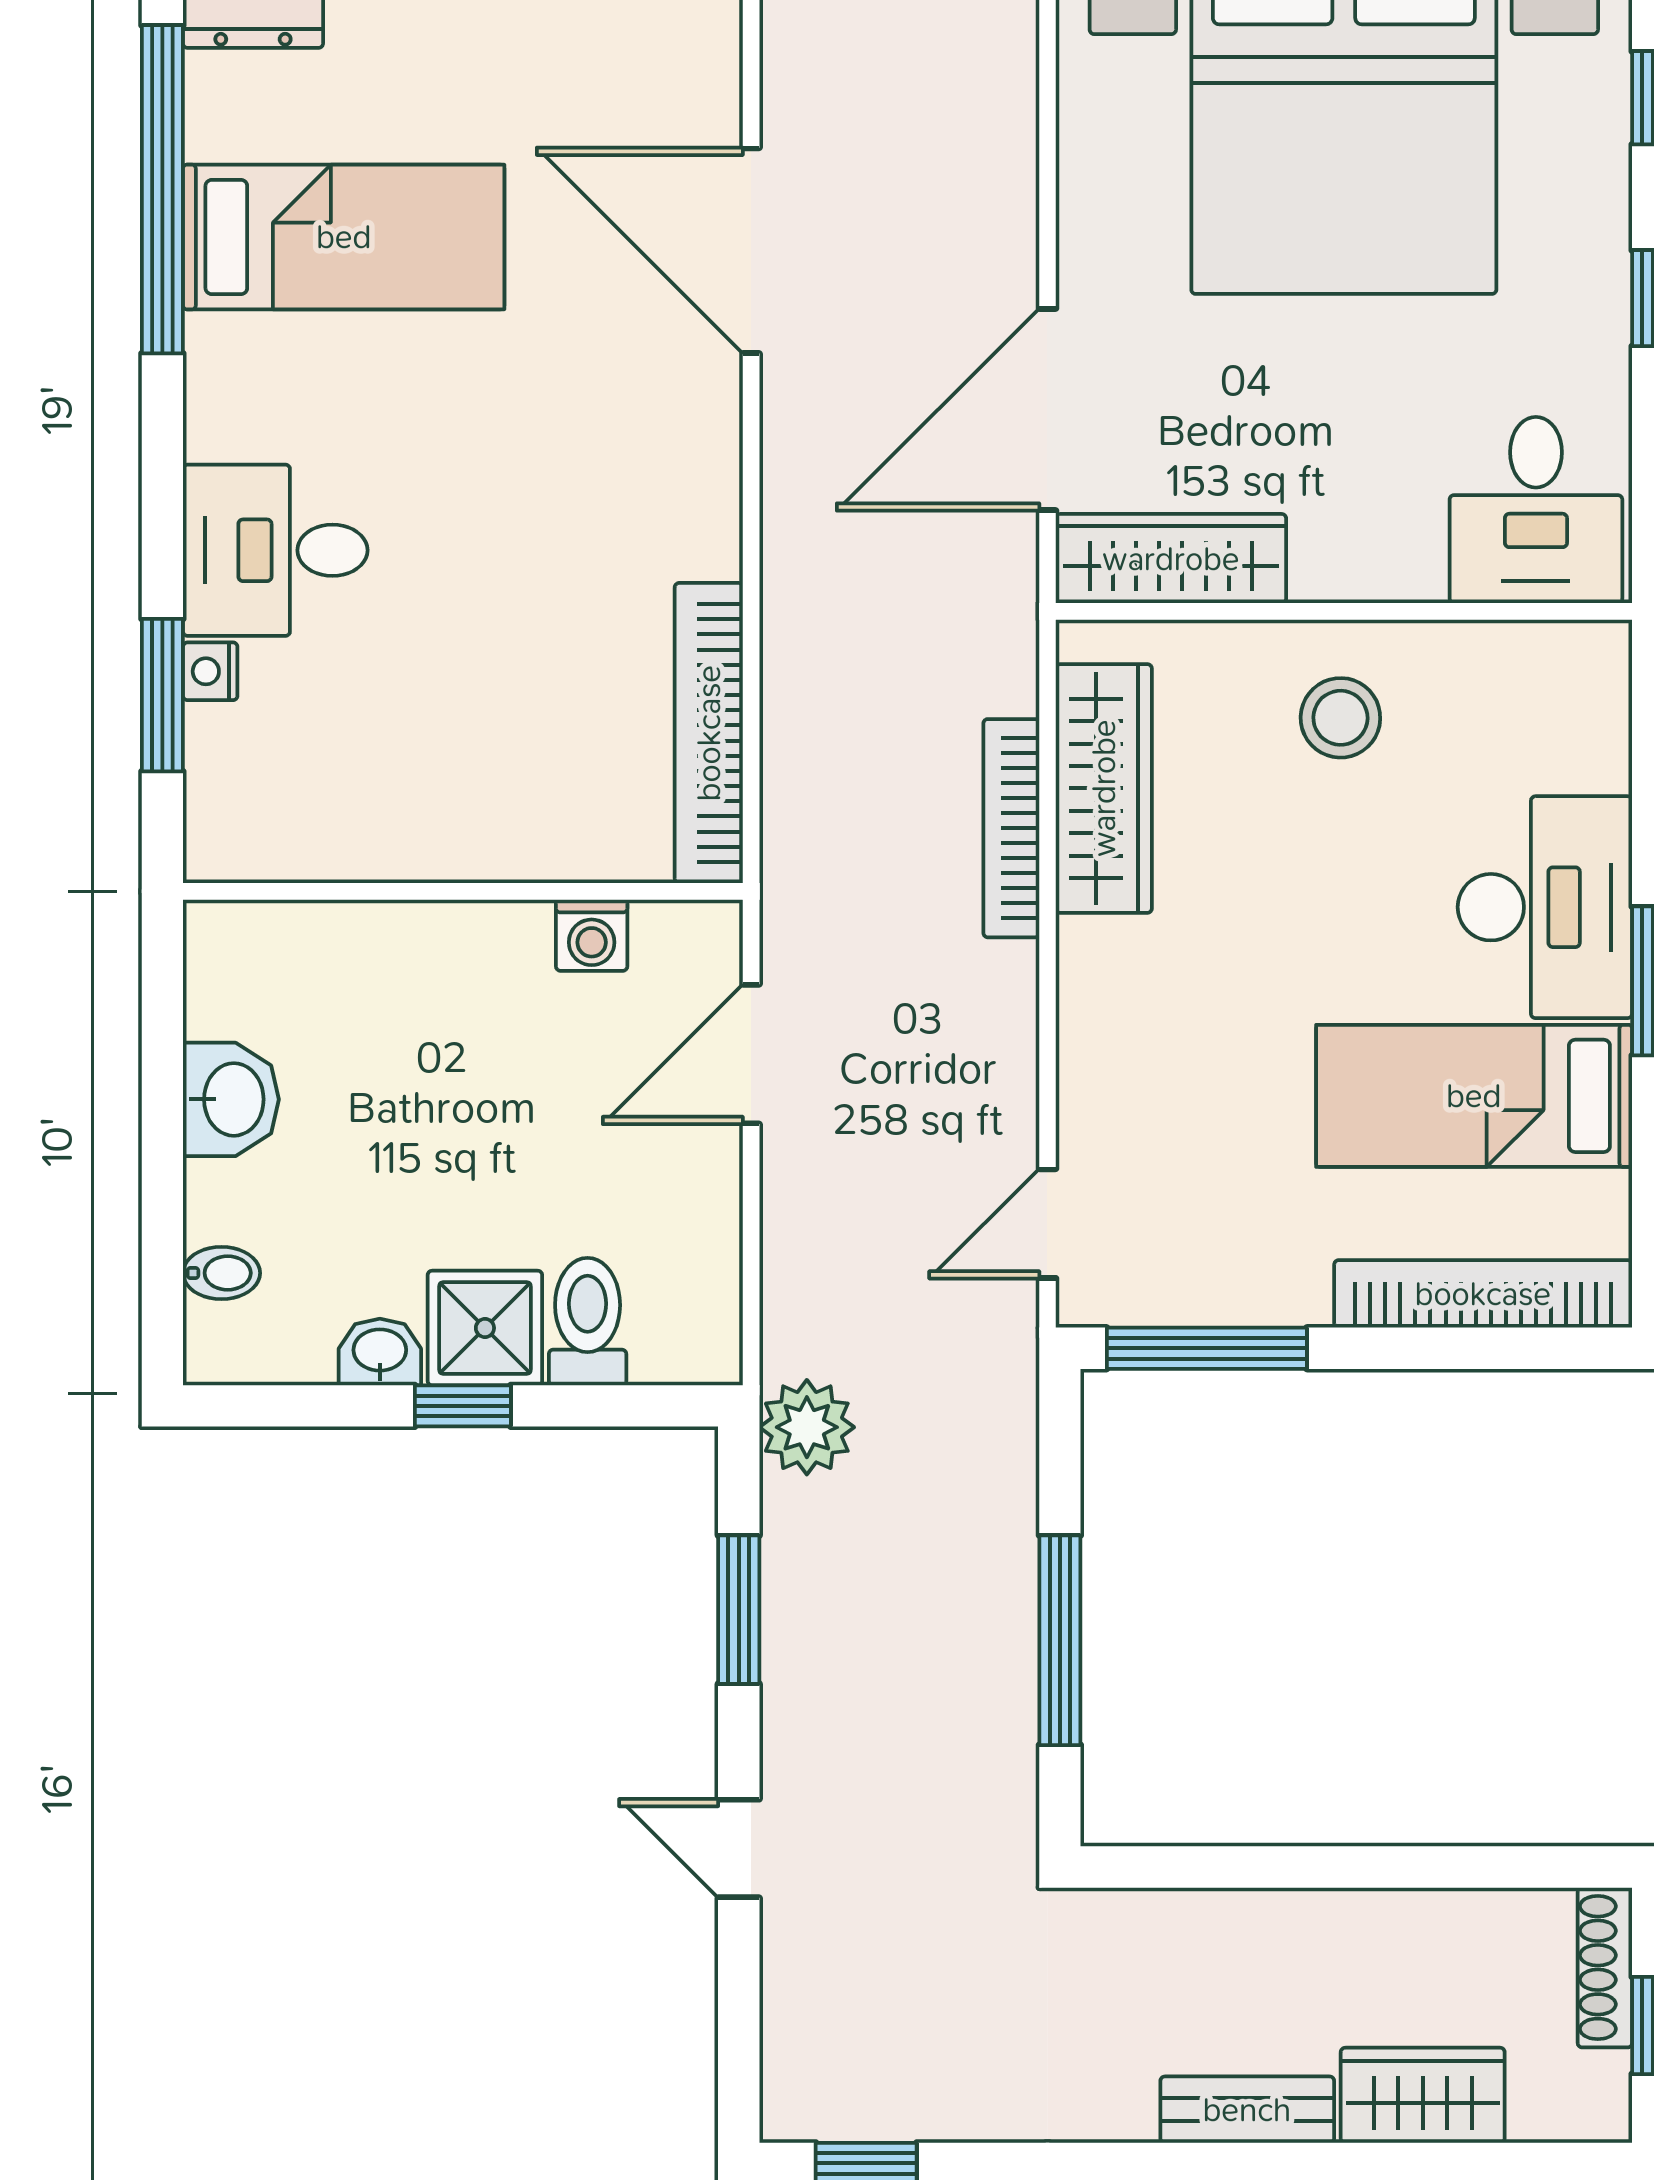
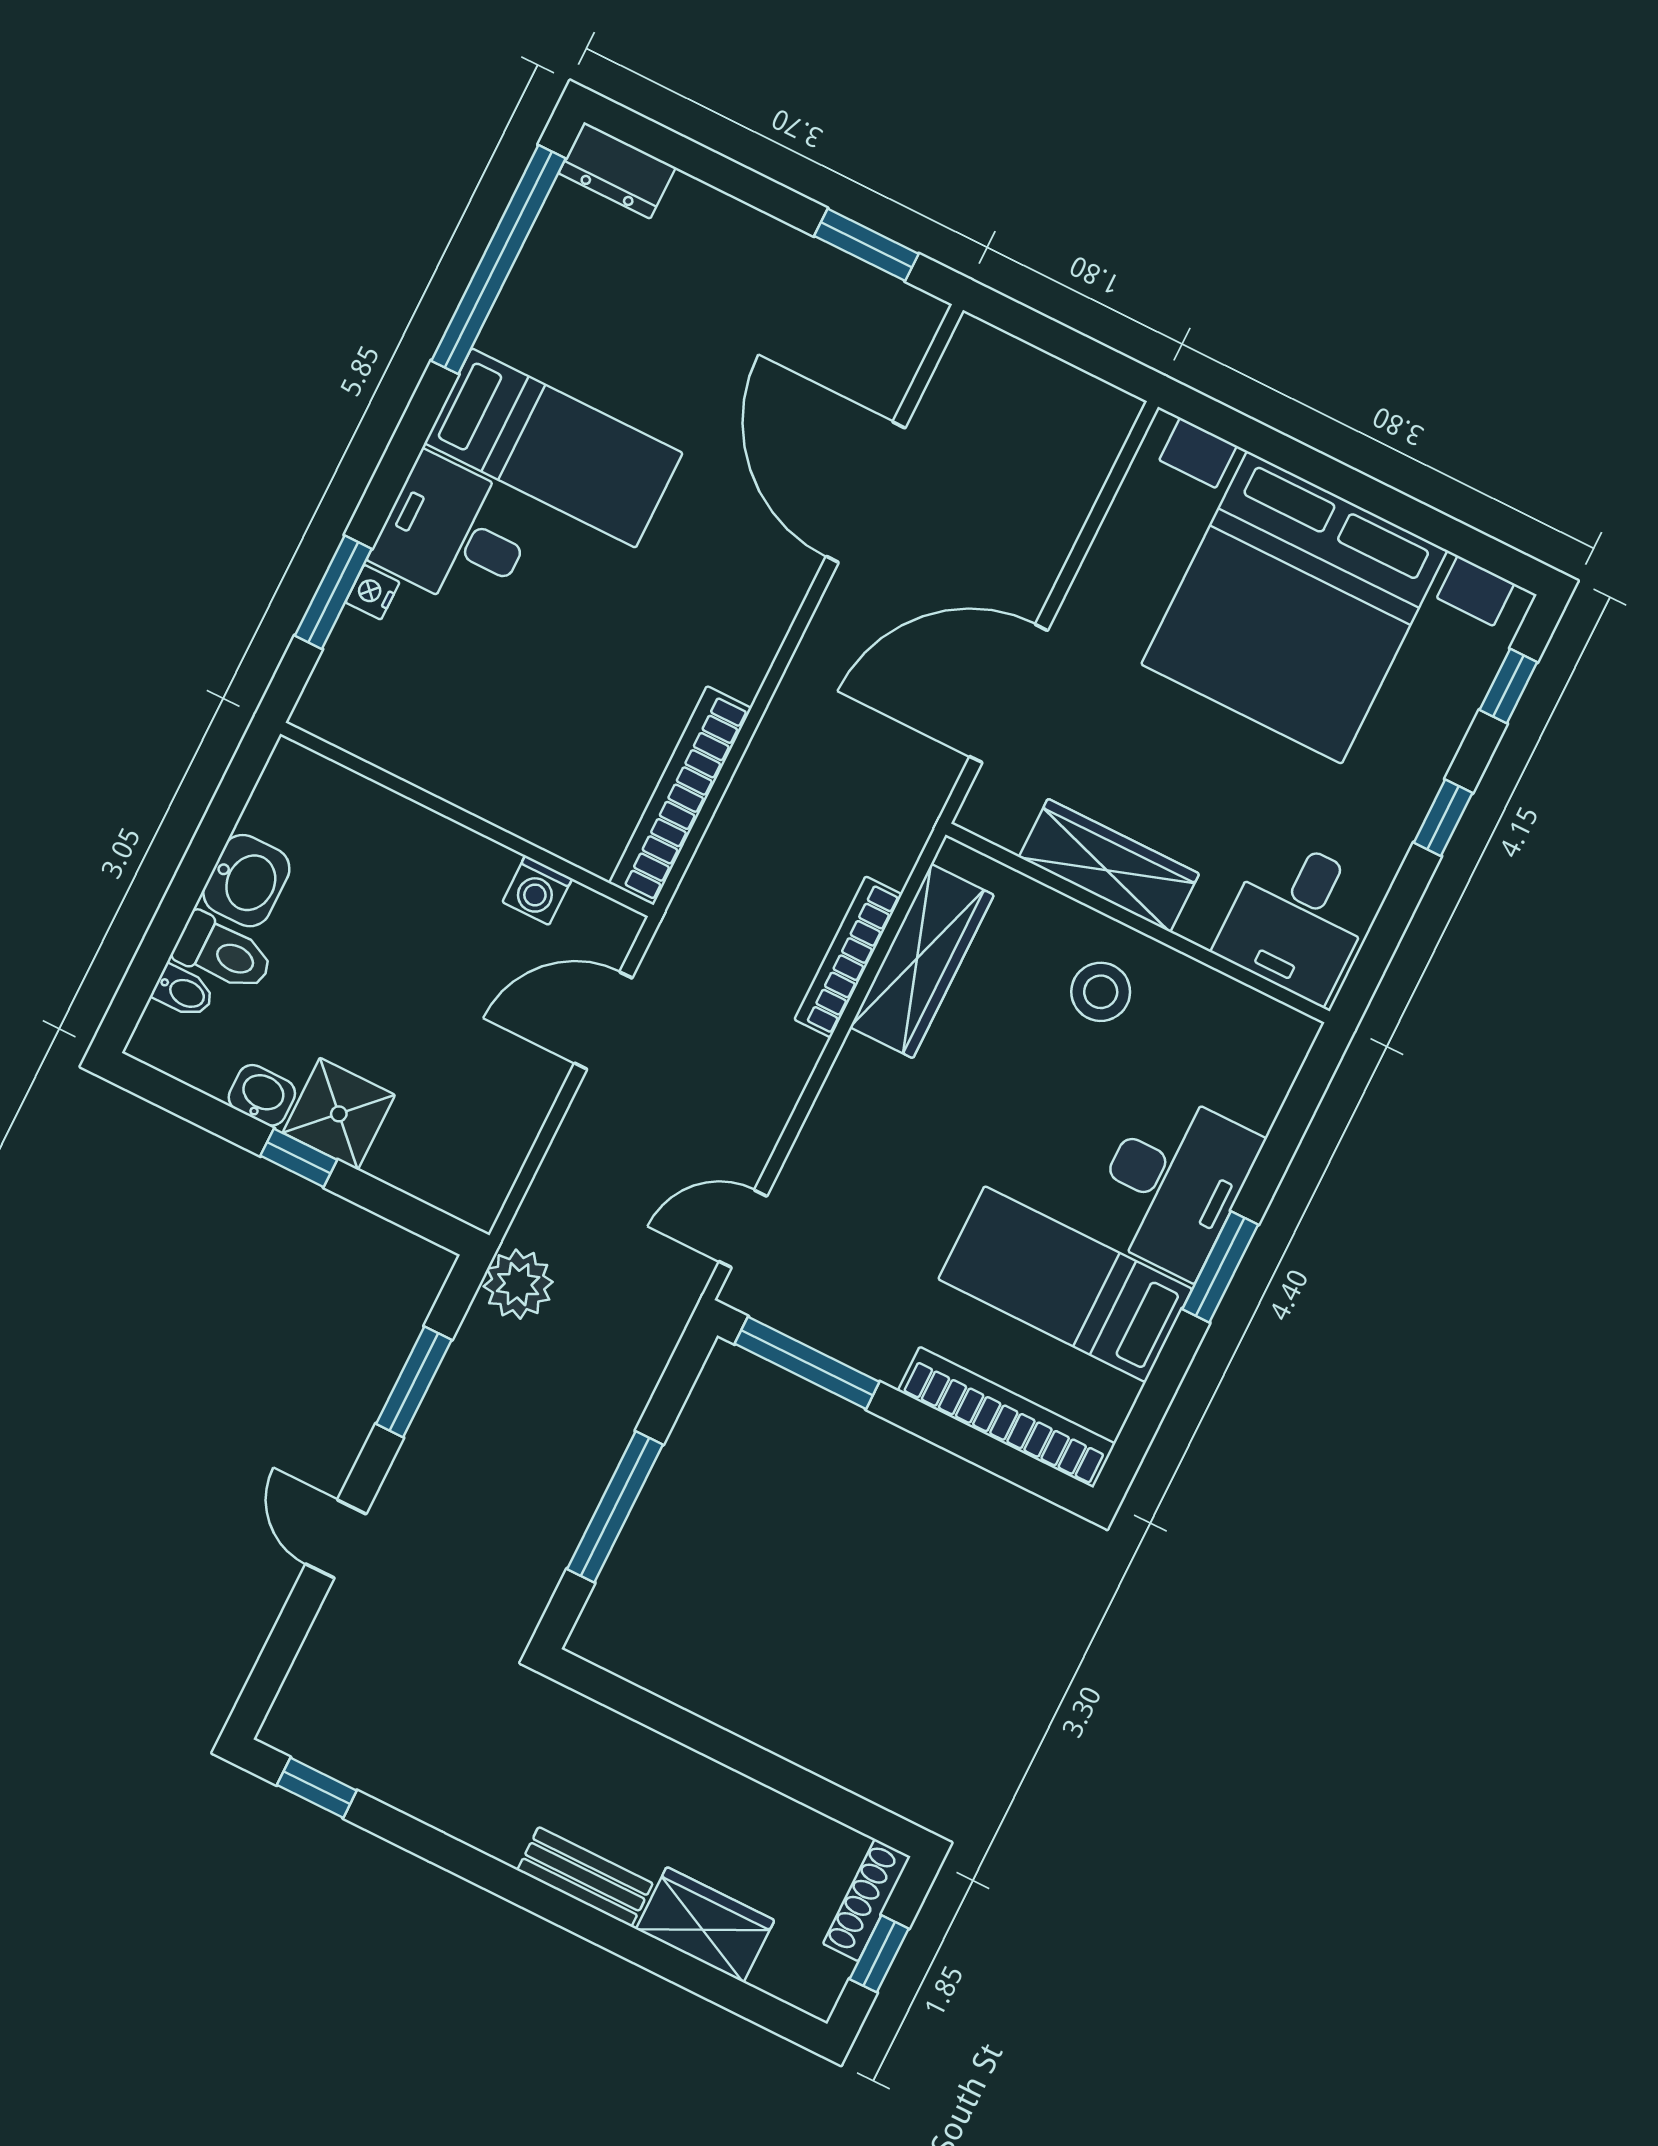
bed: (344, 237) -> (554, 448), moved
wardrobe: (1171, 559) -> (1109, 865), moved
toilet: (588, 1322) -> (223, 953), moved, turned 90

